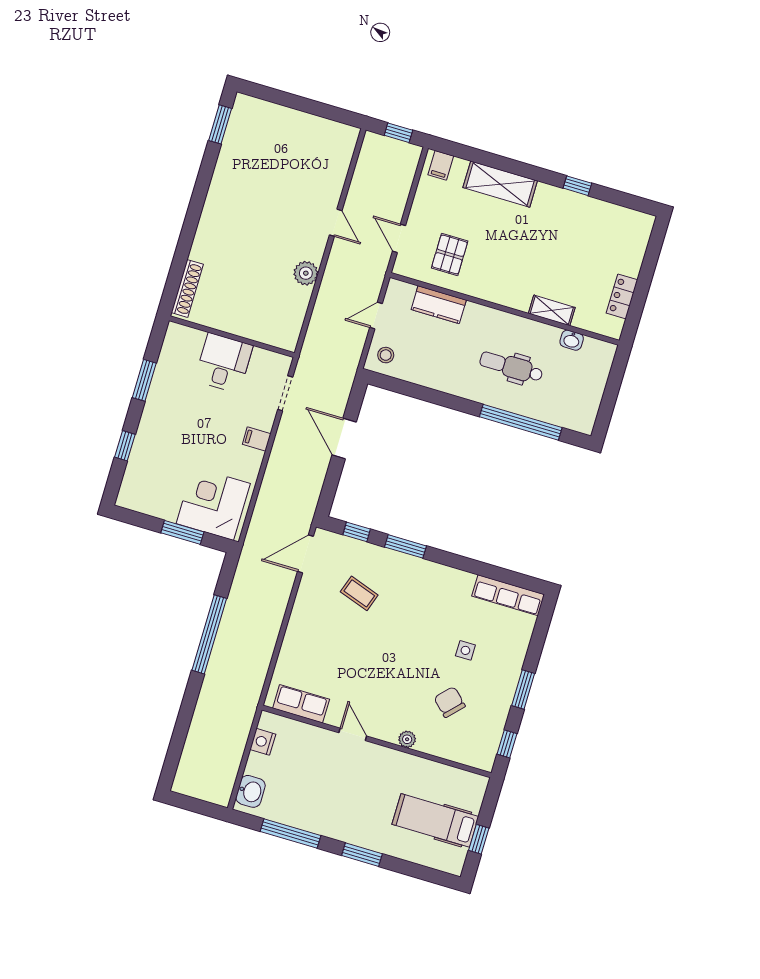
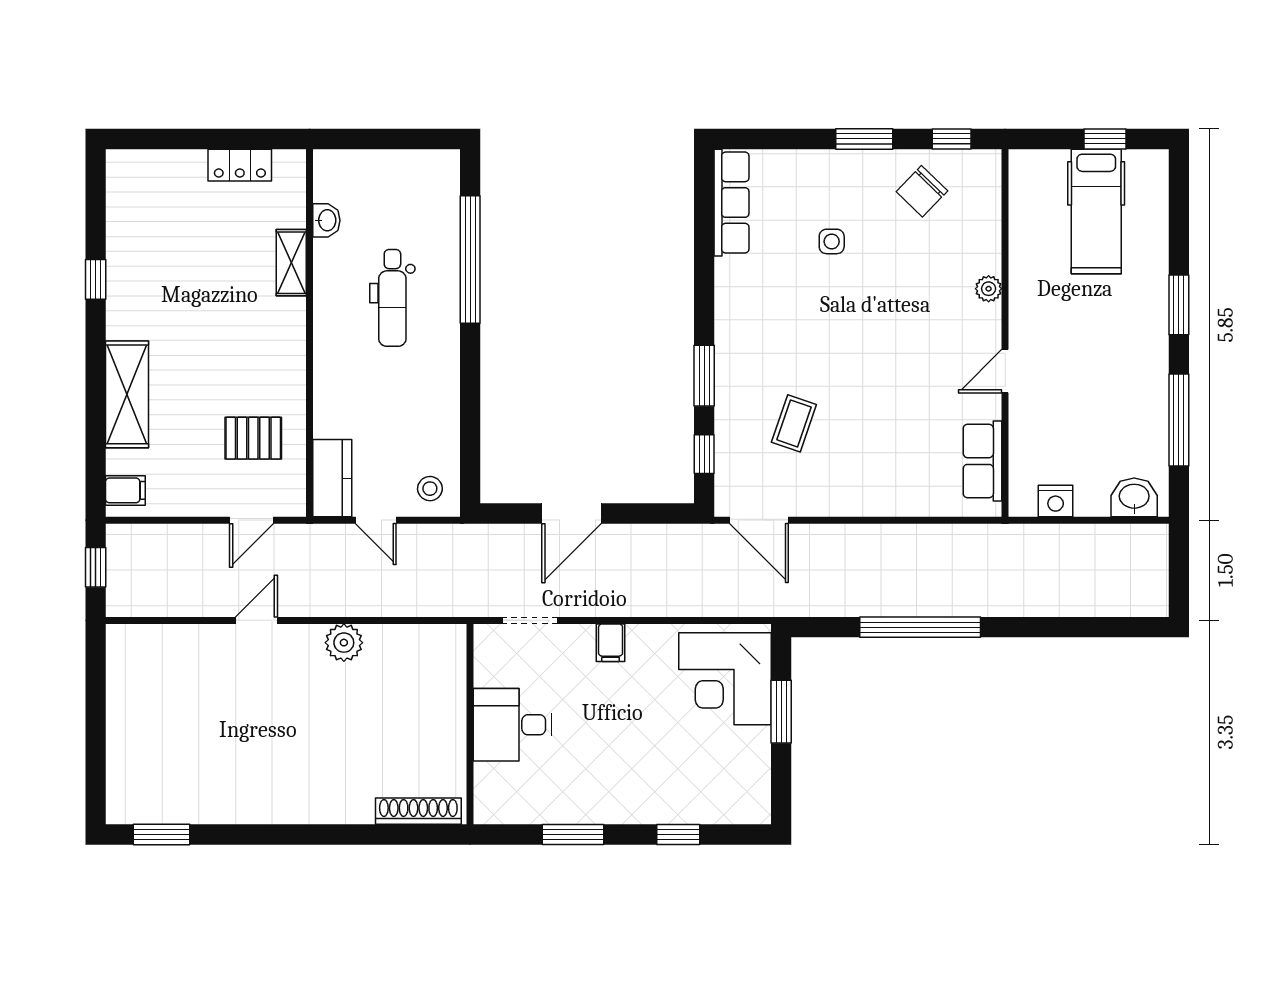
kitchen counter: (439, 305) -> (332, 478), moved
chair: (450, 702) -> (922, 191), moved

